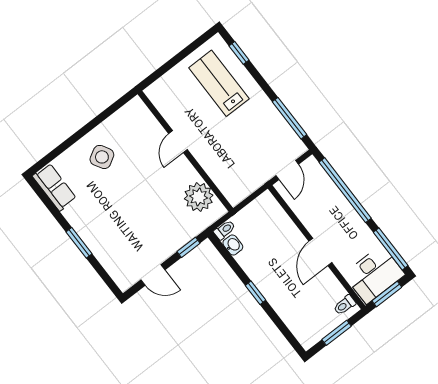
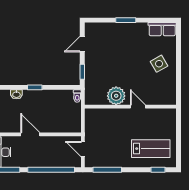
plant: (199, 197) -> (116, 96), moved
washbasin: (233, 245) -> (16, 94), moved

